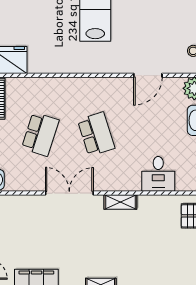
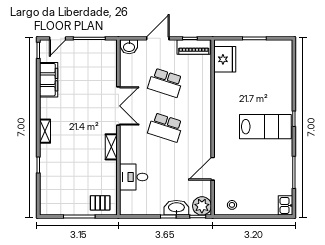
door: (148, 75) -> (213, 169), hinge flipped
school desk: (96, 134) -> (165, 127), turned 36

